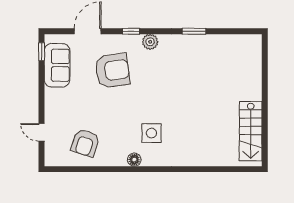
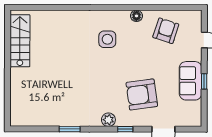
window: (42, 52) -> (204, 81), moved
sofa: (57, 65) -> (191, 81), moved
floor lamp: (134, 160) -> (137, 16), moved

